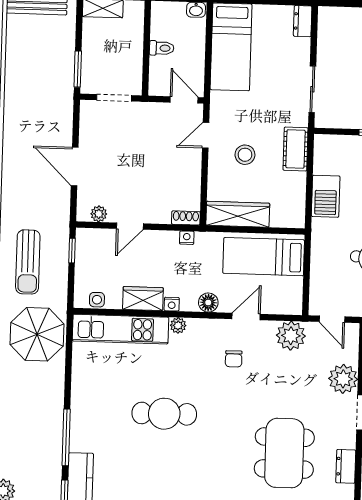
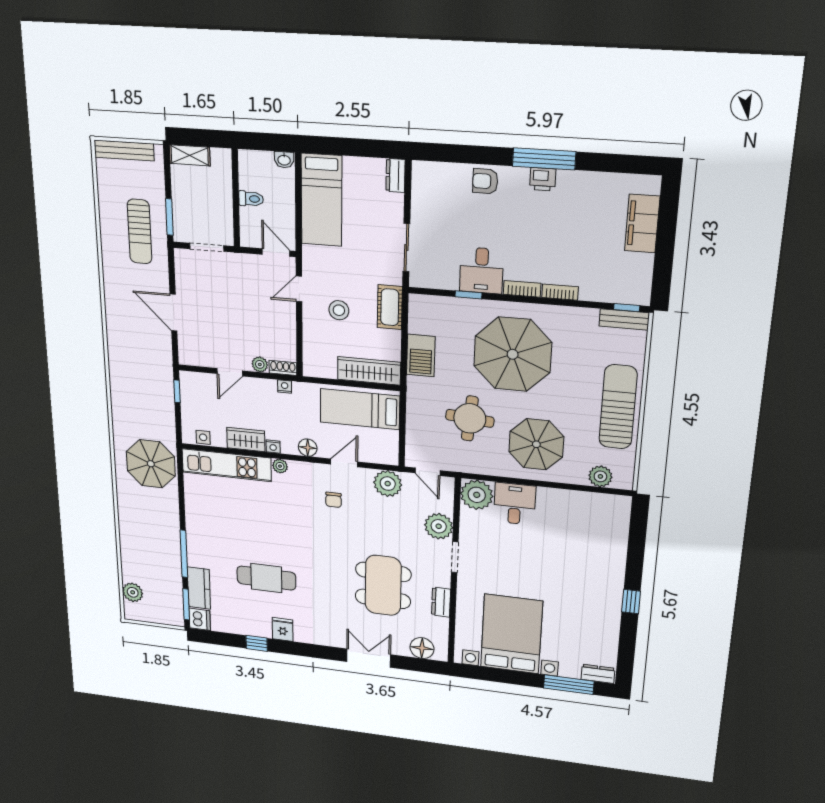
plant: (99, 214) -> (260, 364), moved
wardrobe: (238, 214) -> (369, 371), moved
sun lounger: (28, 262) -> (140, 232), moved
cafe table: (164, 414) -> (266, 578), moved

